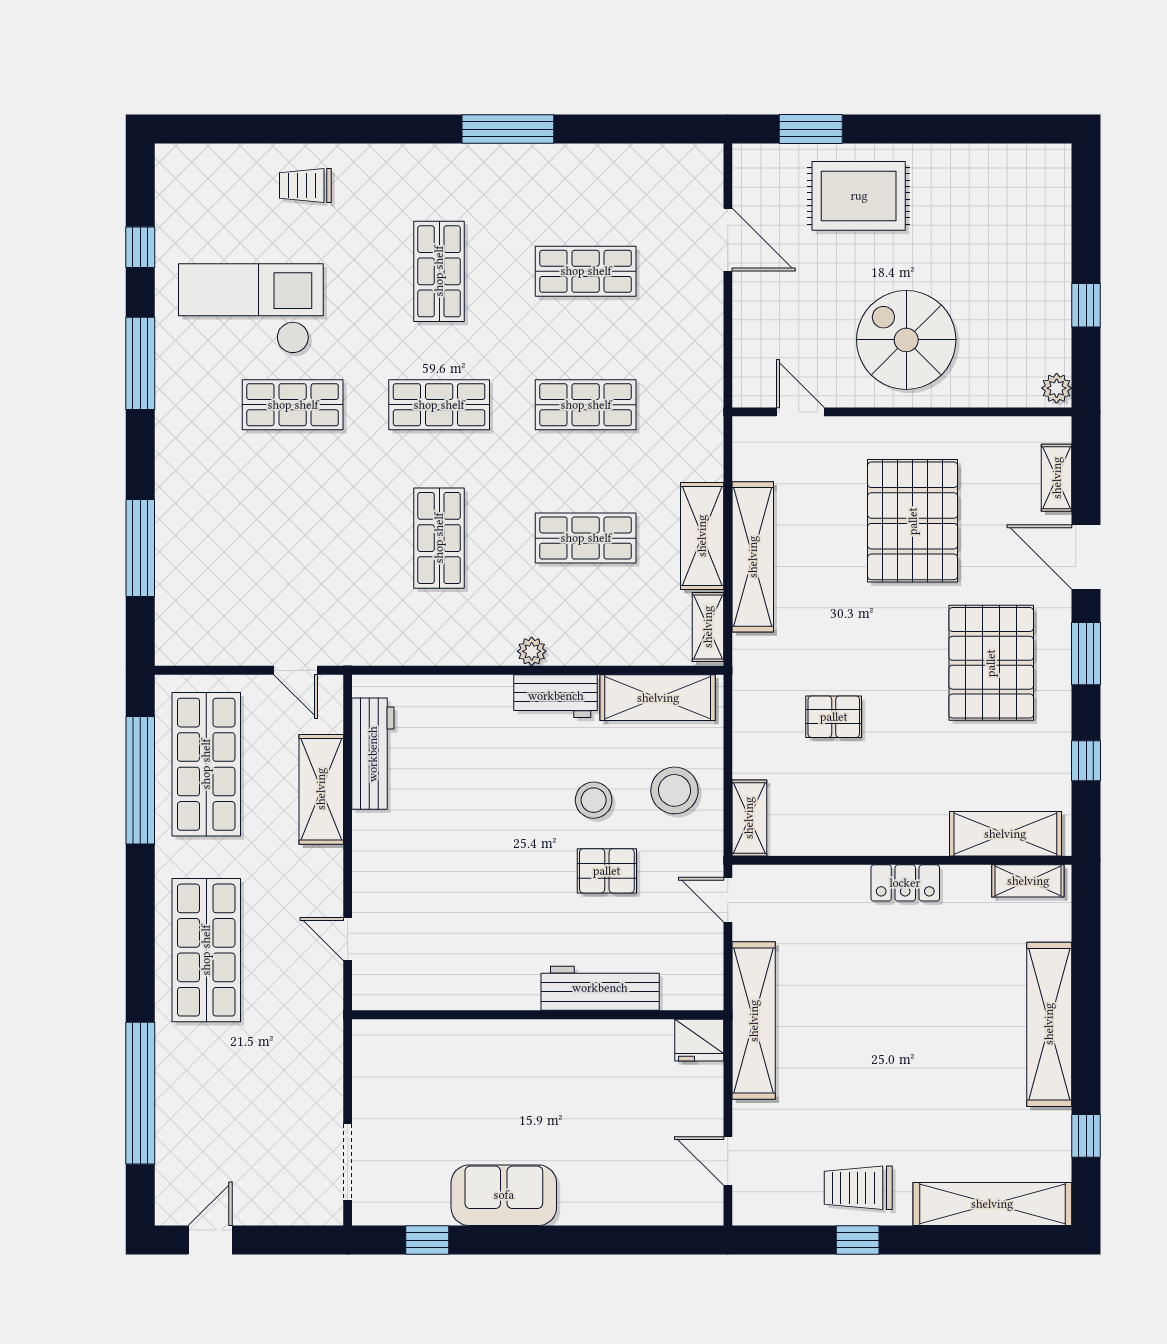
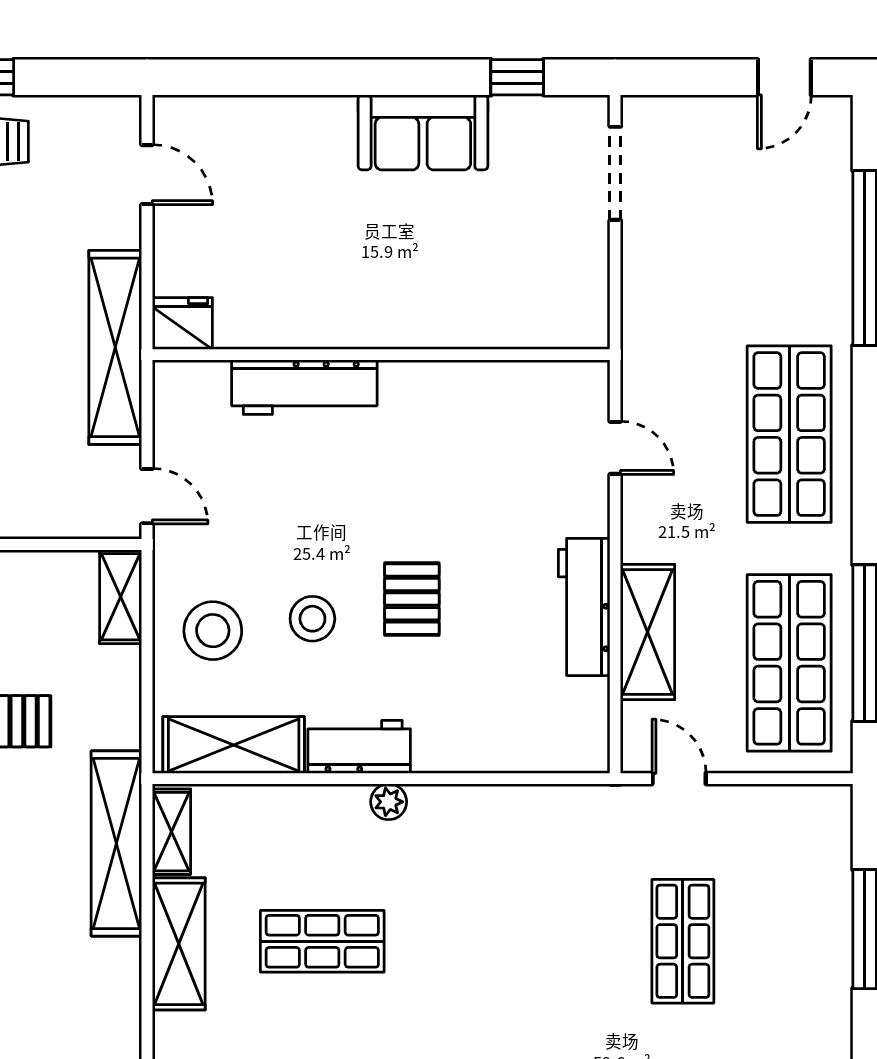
shop shelf: (439, 538) -> (683, 941), moved
shelving: (753, 557) -> (116, 844), moved
workbench: (373, 754) -> (584, 607), moved
pallet: (607, 871) -> (412, 599), moved, turned 90

